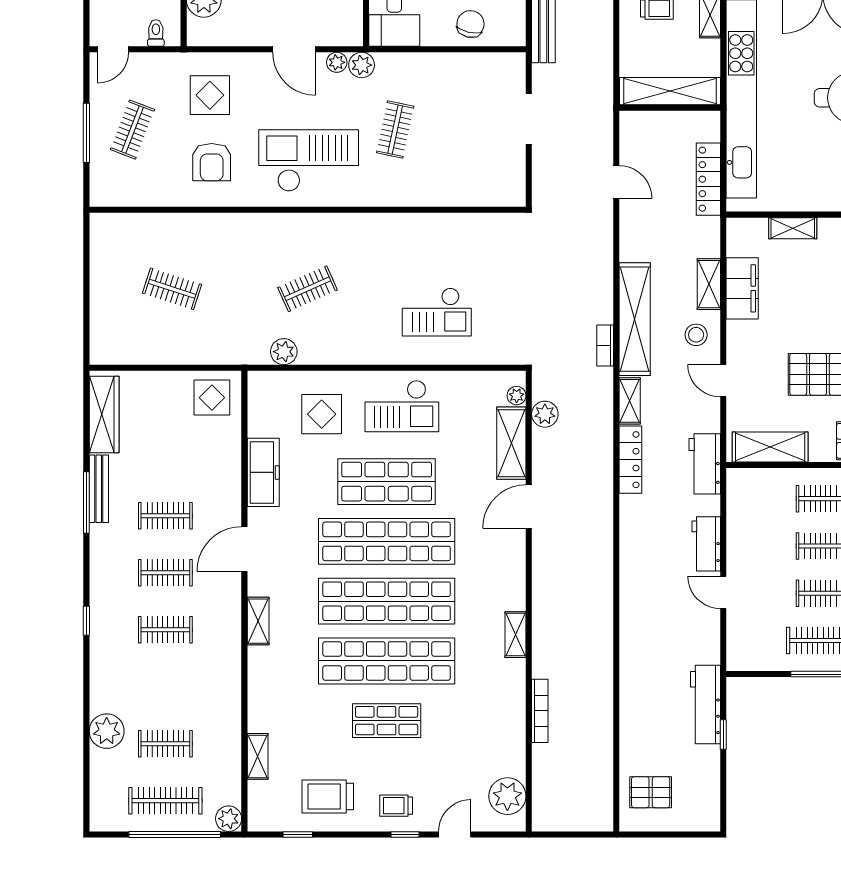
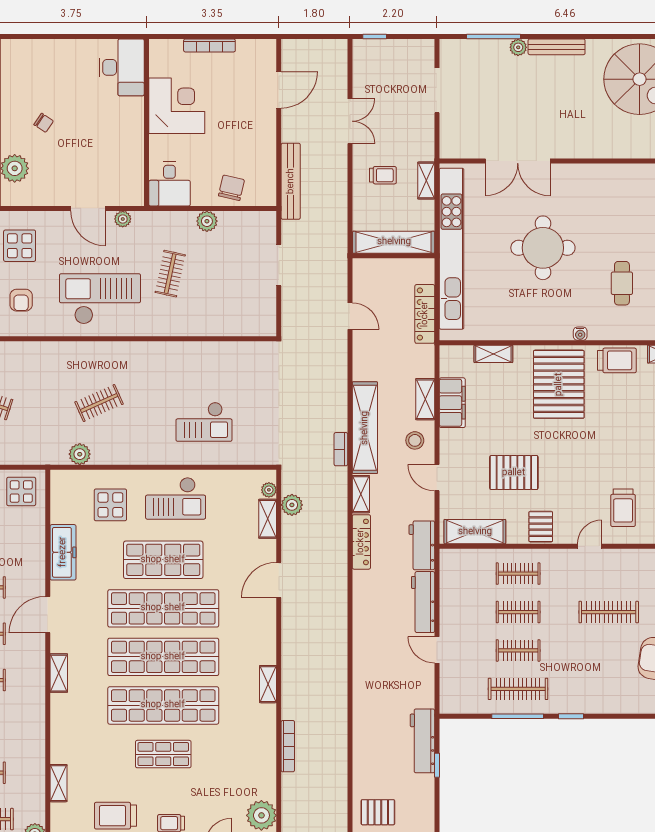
plant: (362, 65) -> (207, 221), moved
armchair: (212, 162) -> (21, 300), width x0.72, depth x0.72
shelving: (511, 443) -> (268, 519), width x0.67, depth x0.75
workbench: (706, 544) -> (423, 602), width x1.38

